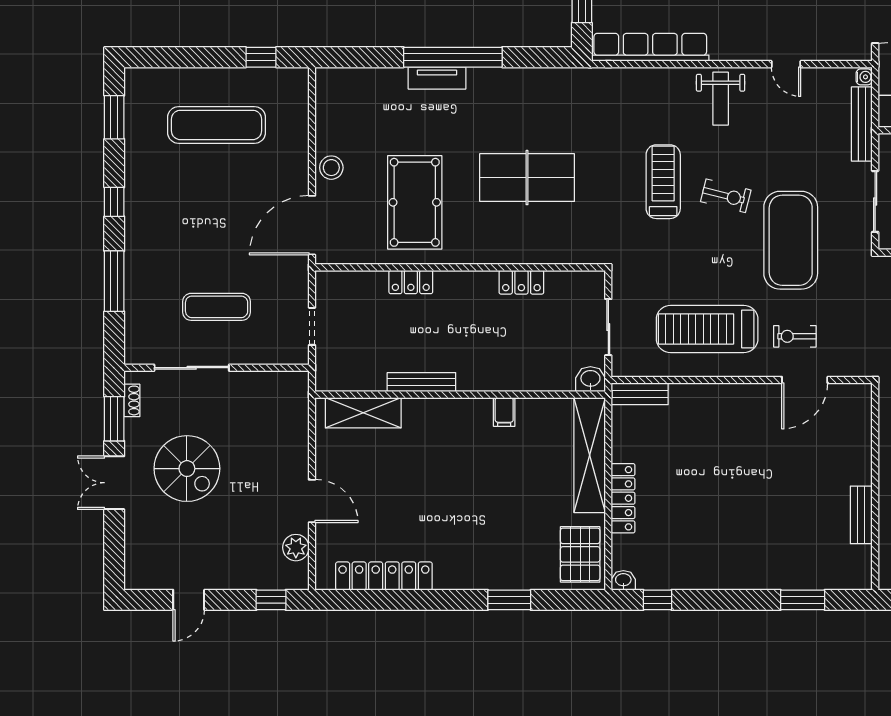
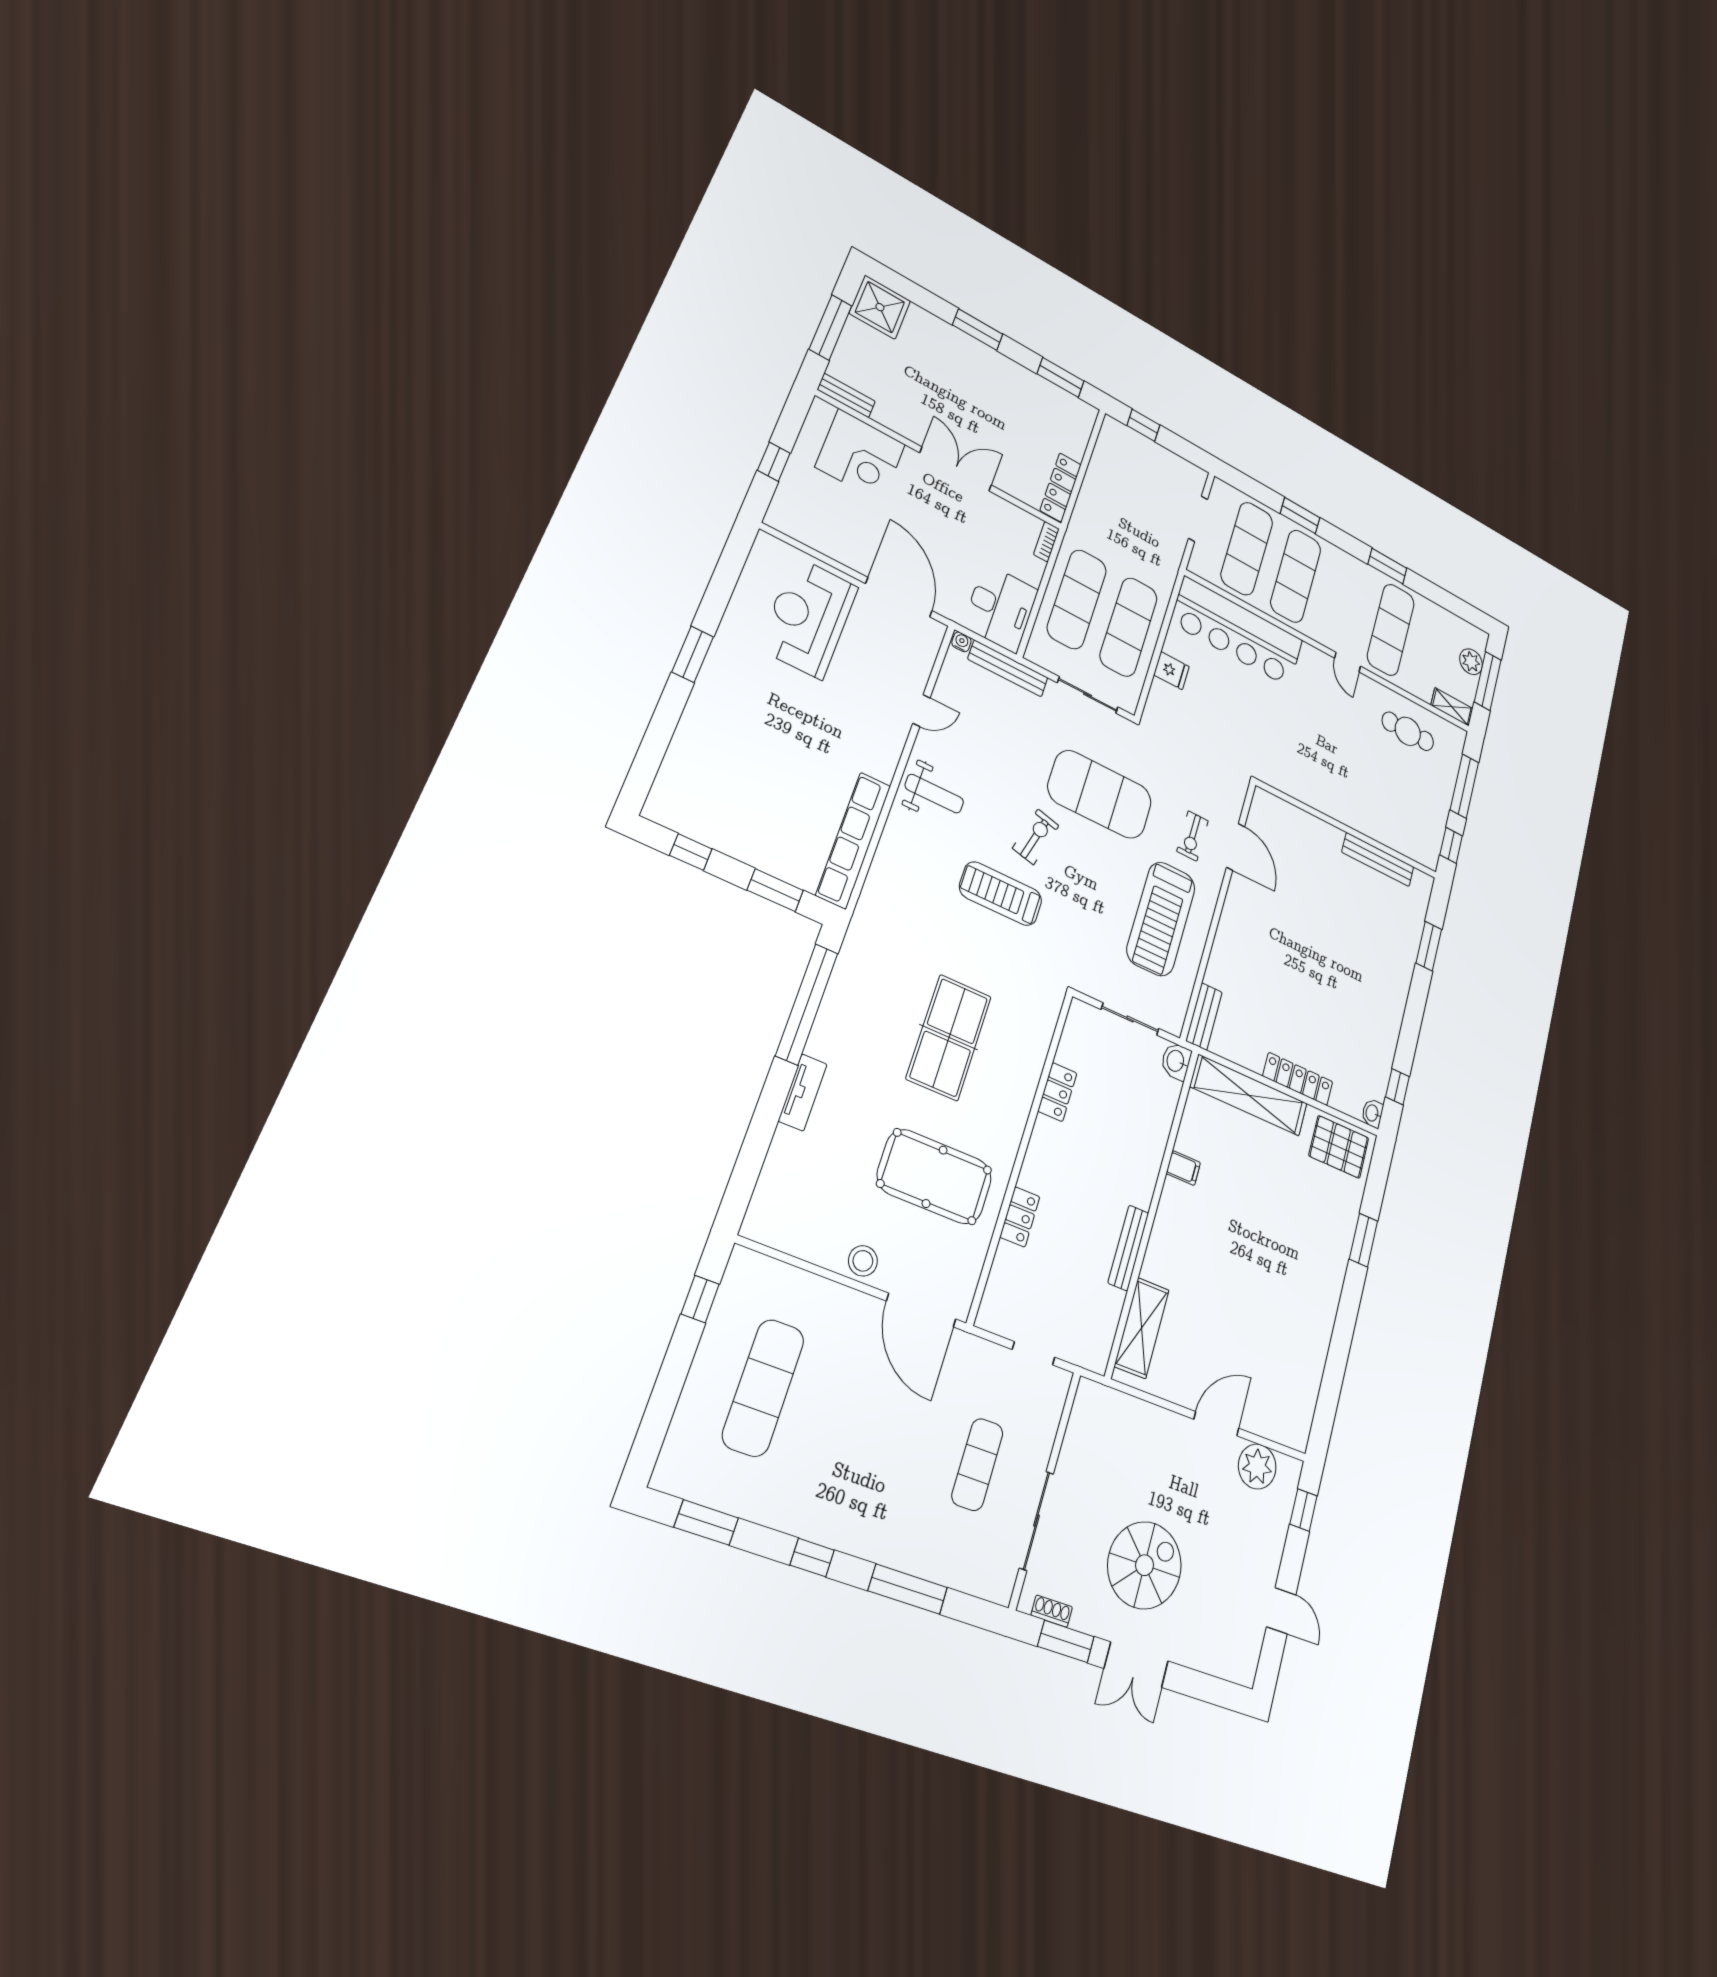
window: (453, 57) -> (807, 1004), moved
bench: (861, 515) -> (1378, 860), width x1.36
plant: (296, 548) -> (1257, 1466), width x1.36, depth x1.36
locker: (384, 576) -> (1310, 1369), removed

